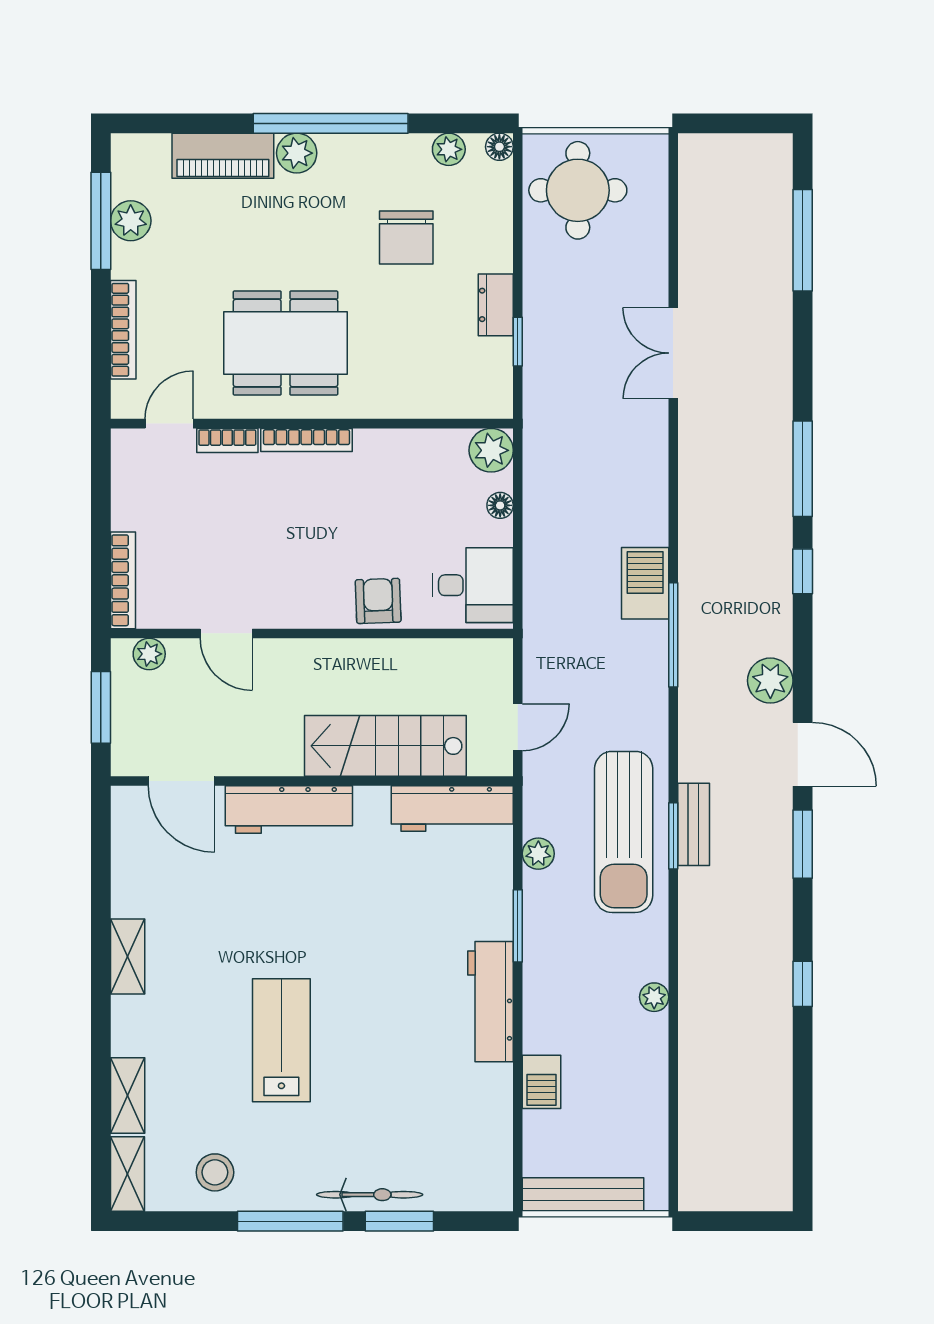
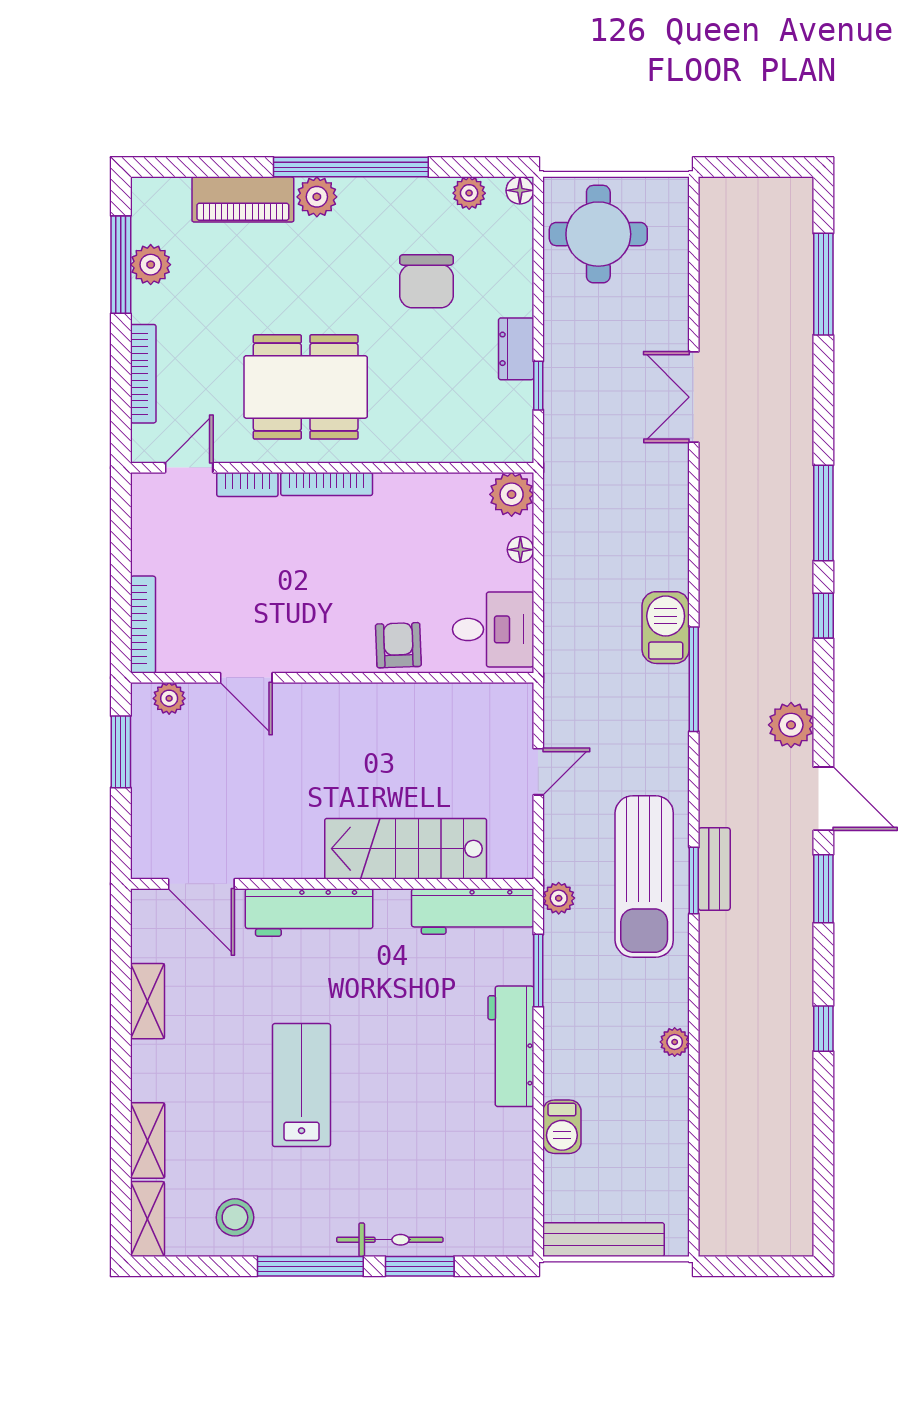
stairs: (385, 746) -> (406, 849), moved
door: (181, 781) -> (201, 884), moved
wall: (312, 781) -> (332, 884), moved
workbench: (452, 809) -> (473, 911), moved
workbench: (289, 810) -> (309, 912), moved

